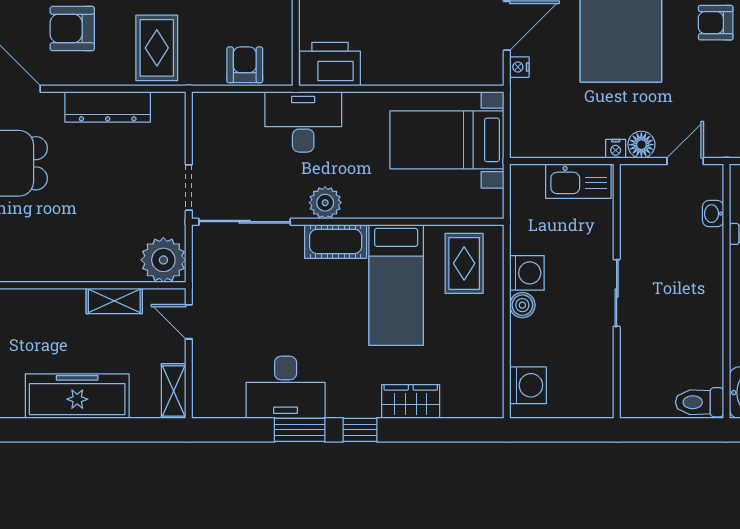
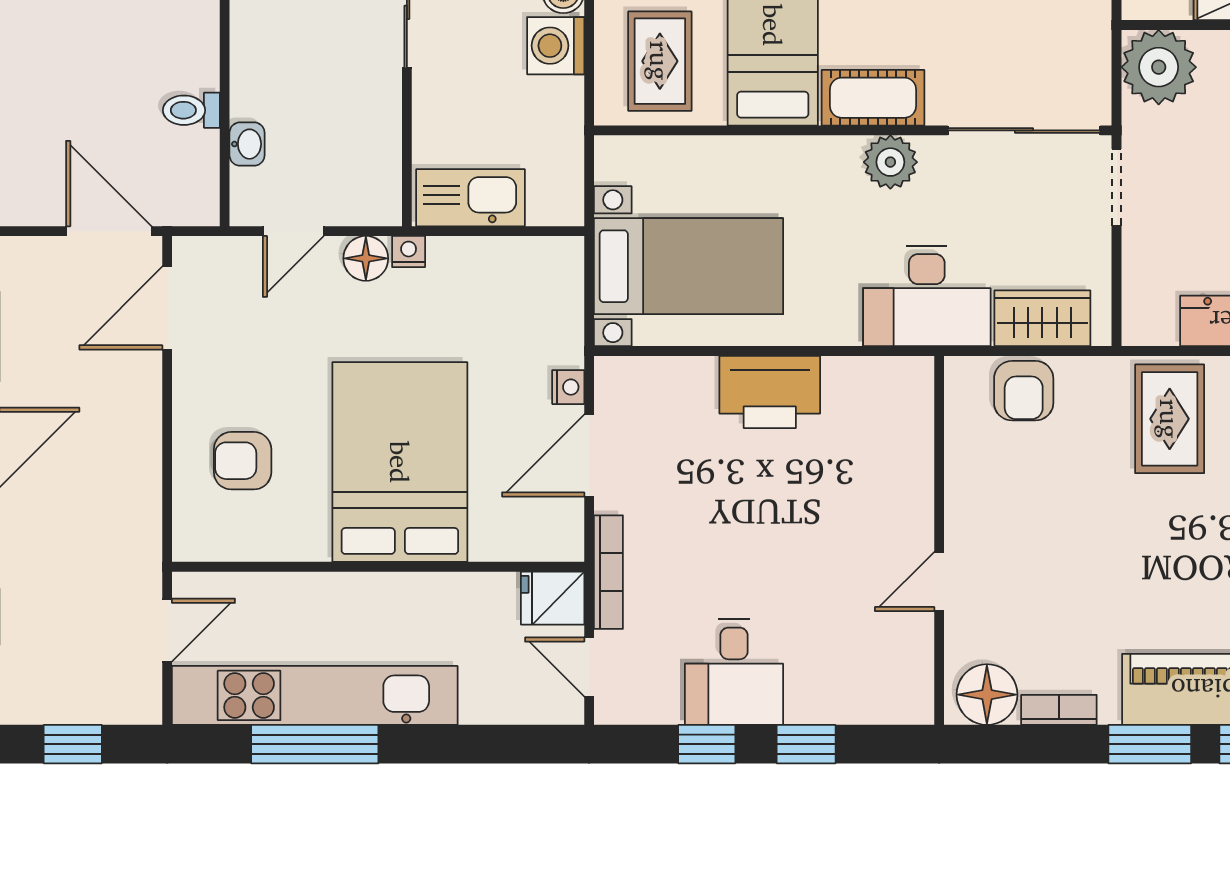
armchair: (716, 23) -> (243, 461), turned 180
printer: (330, 64) -> (770, 392), moved
wardrobe: (234, 108) -> (1042, 318), added

